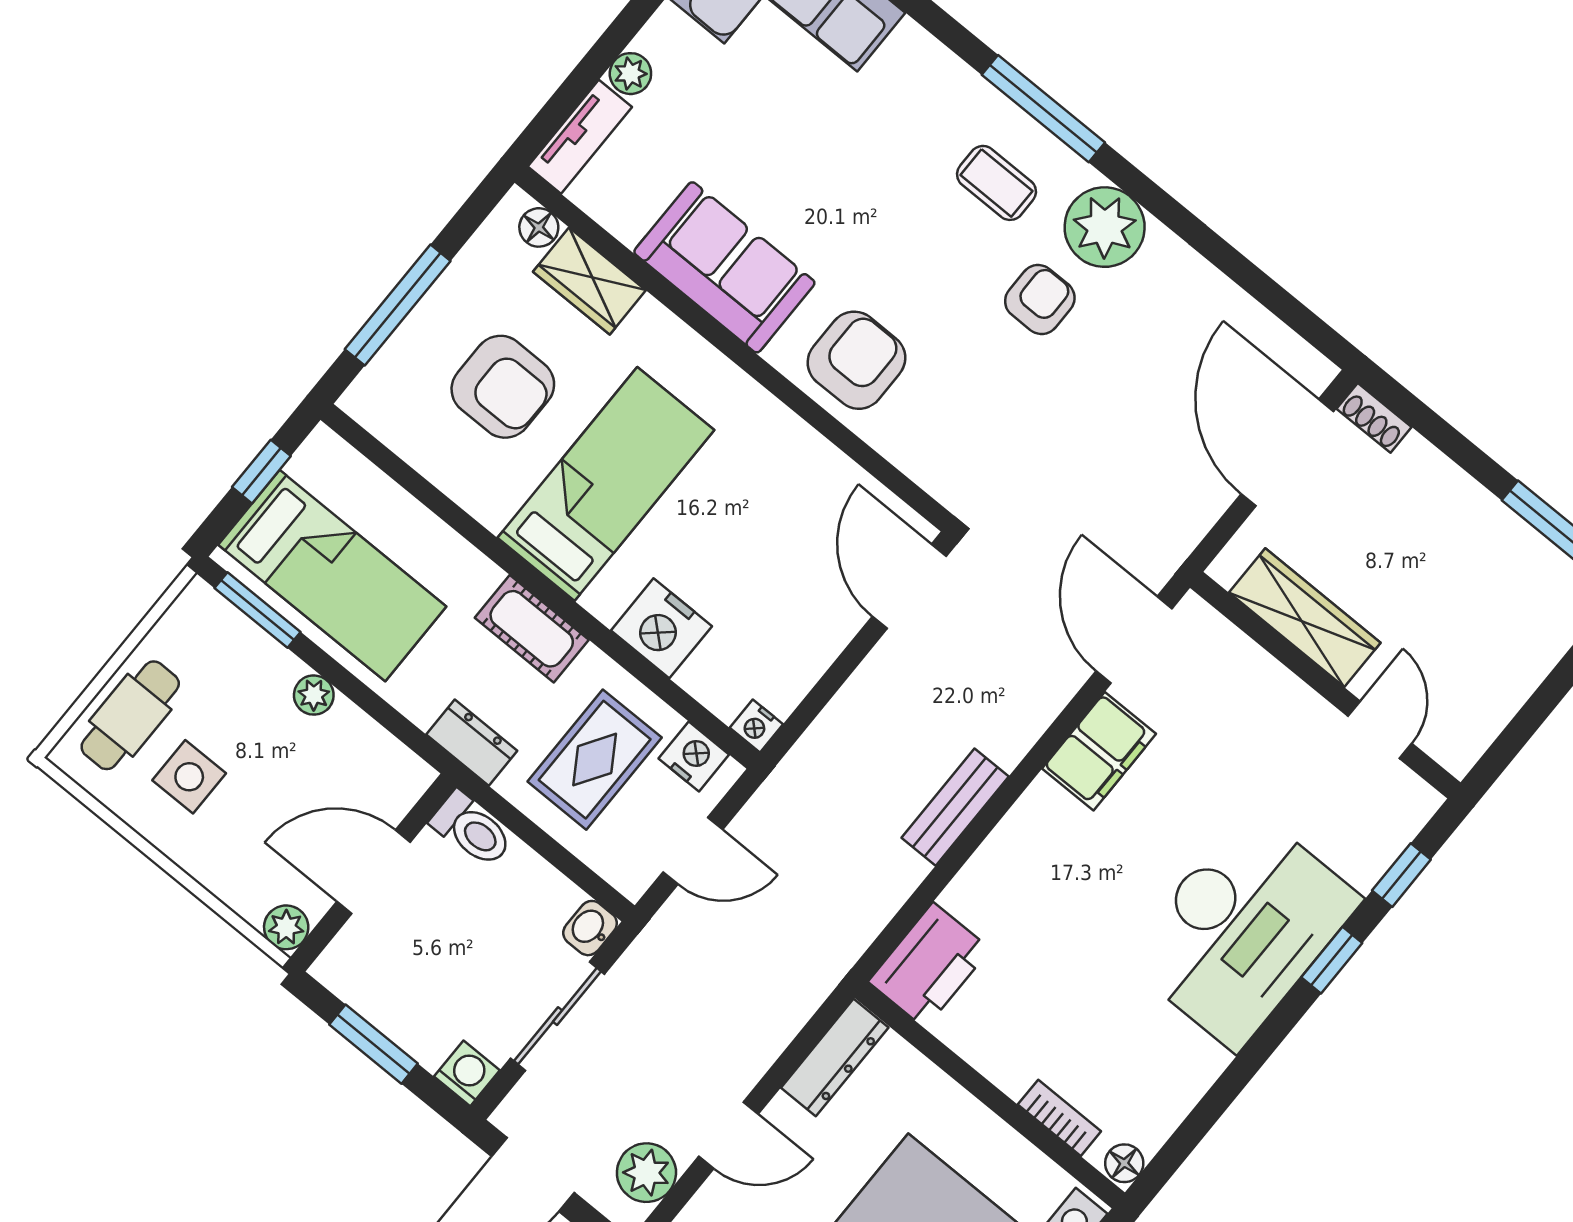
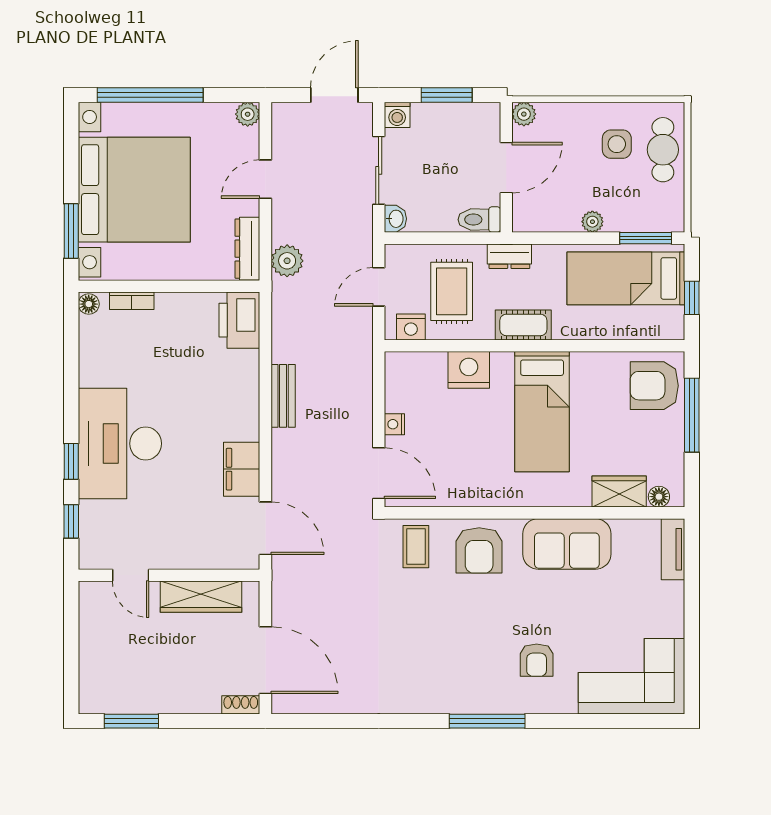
plant: (630, 74) -> (673, 593), removed
coffee table: (996, 183) -> (416, 547), moved, turned 90
plant: (1105, 227) -> (420, 692), removed
armchair: (1040, 299) -> (537, 660), moved
armchair: (503, 387) -> (654, 386), moved
nightstand: (756, 726) -> (394, 424), moved, turned -90
plant: (646, 1173) -> (287, 261), moved

